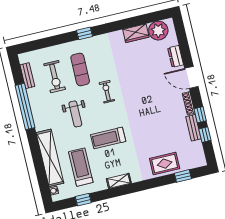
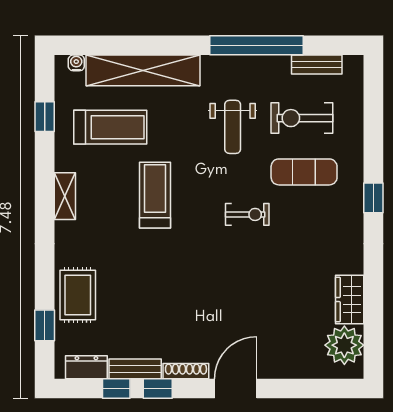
dresser: (176, 56) -> (86, 367), moved
weight bench: (75, 114) -> (233, 127), moved, turned -90

